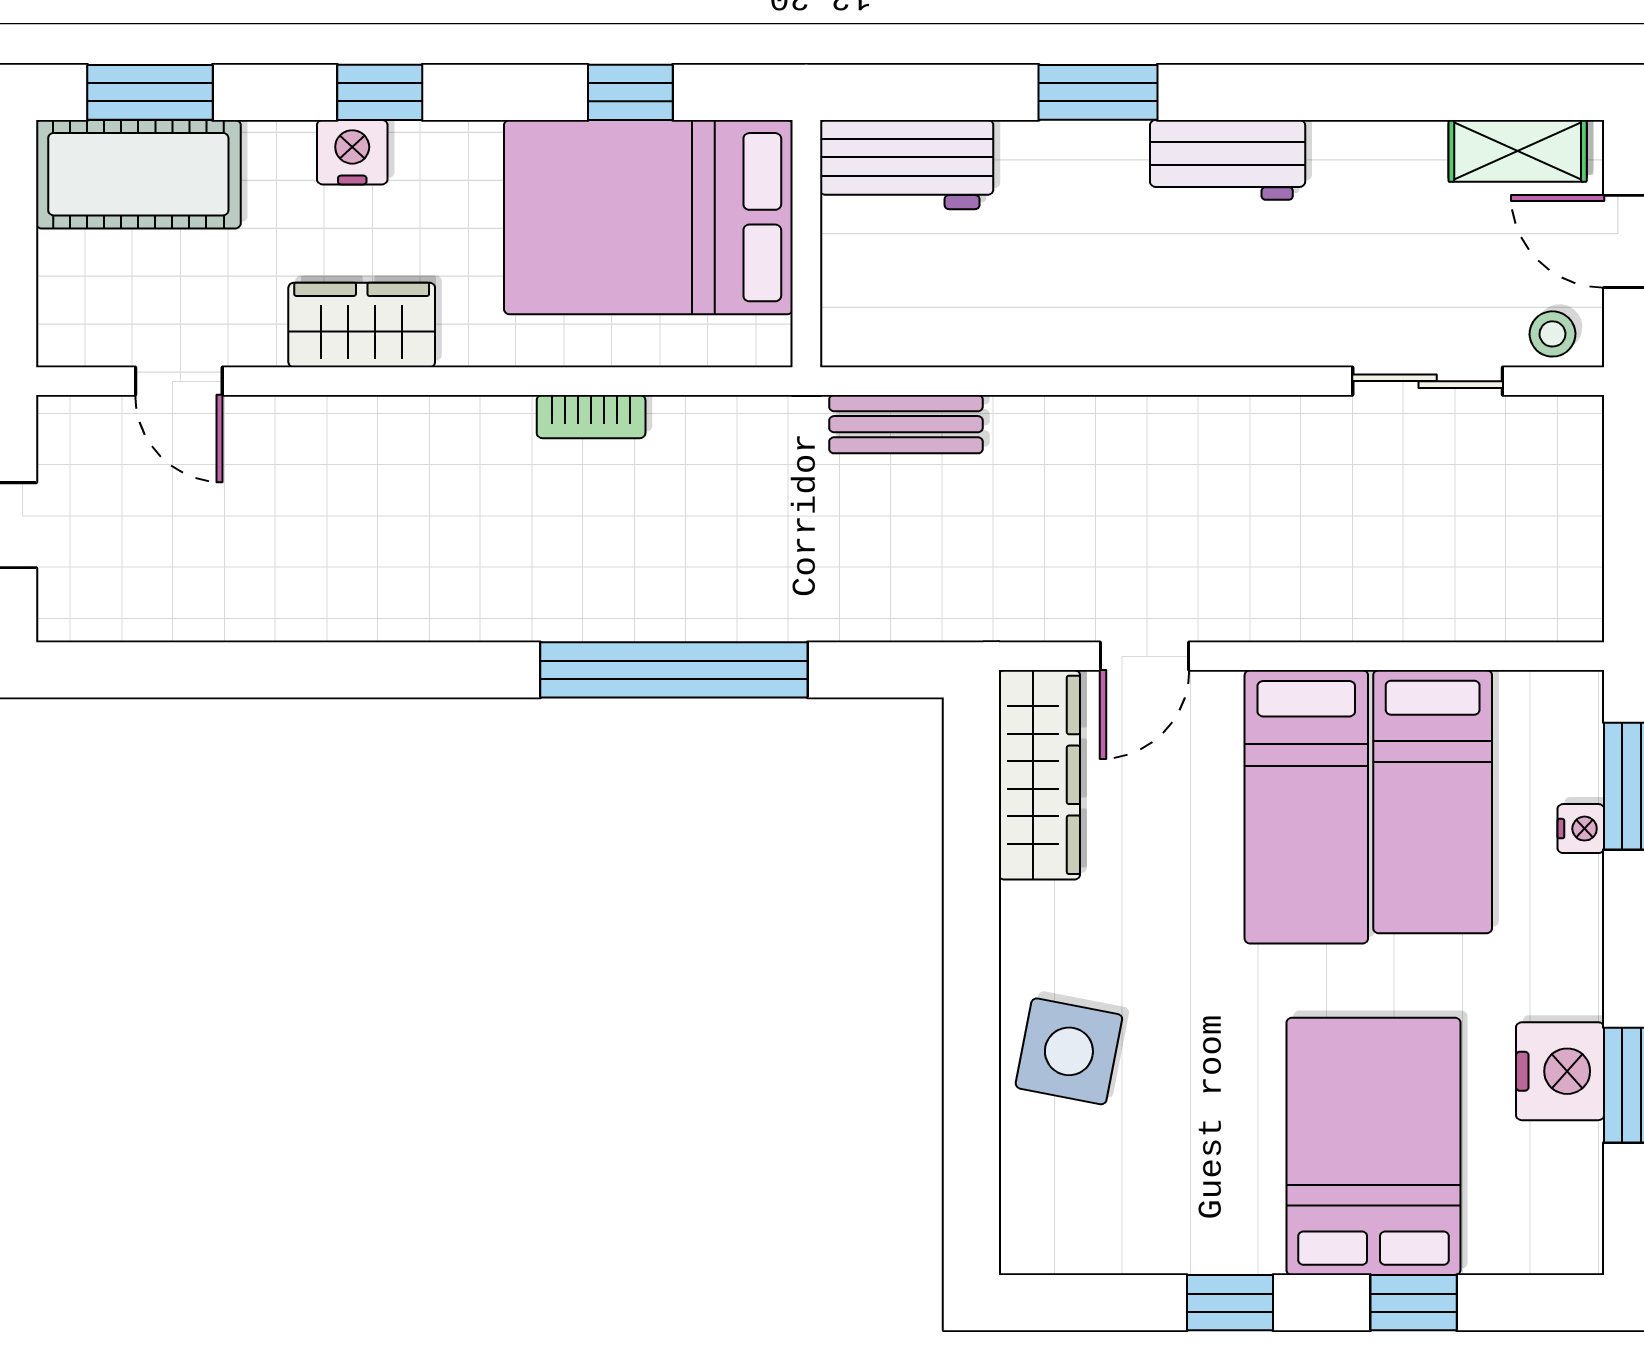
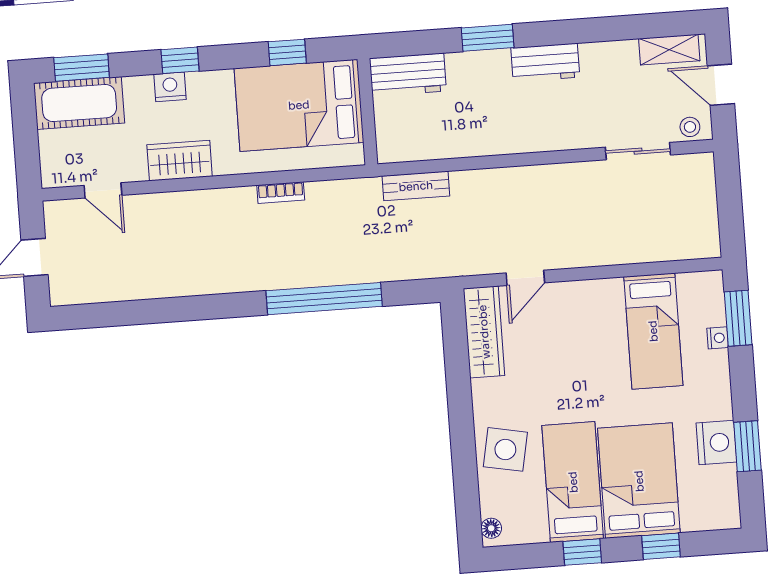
bed: (1306, 807) -> (573, 482), moved, turned 180
floor lamp: (1023, 1232) -> (491, 528), added

